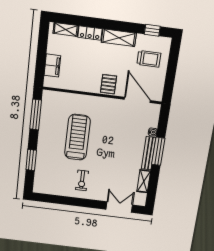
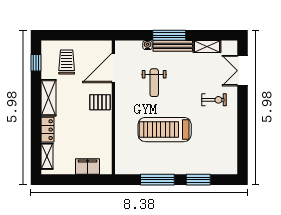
window: (36, 115) -> (157, 180), moved
weight bench: (119, 134) -> (154, 83), added
exercise bike: (82, 180) -> (214, 100), moved

